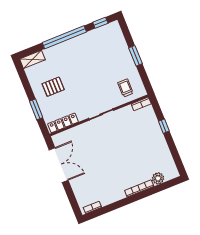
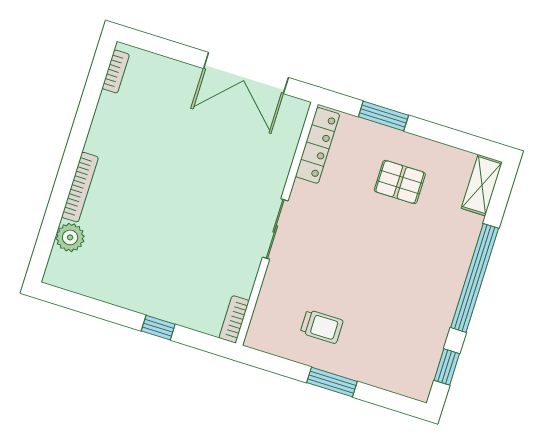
pallet: (53, 87) -> (400, 182), turned 90
trolley: (125, 88) -> (322, 327), moved

